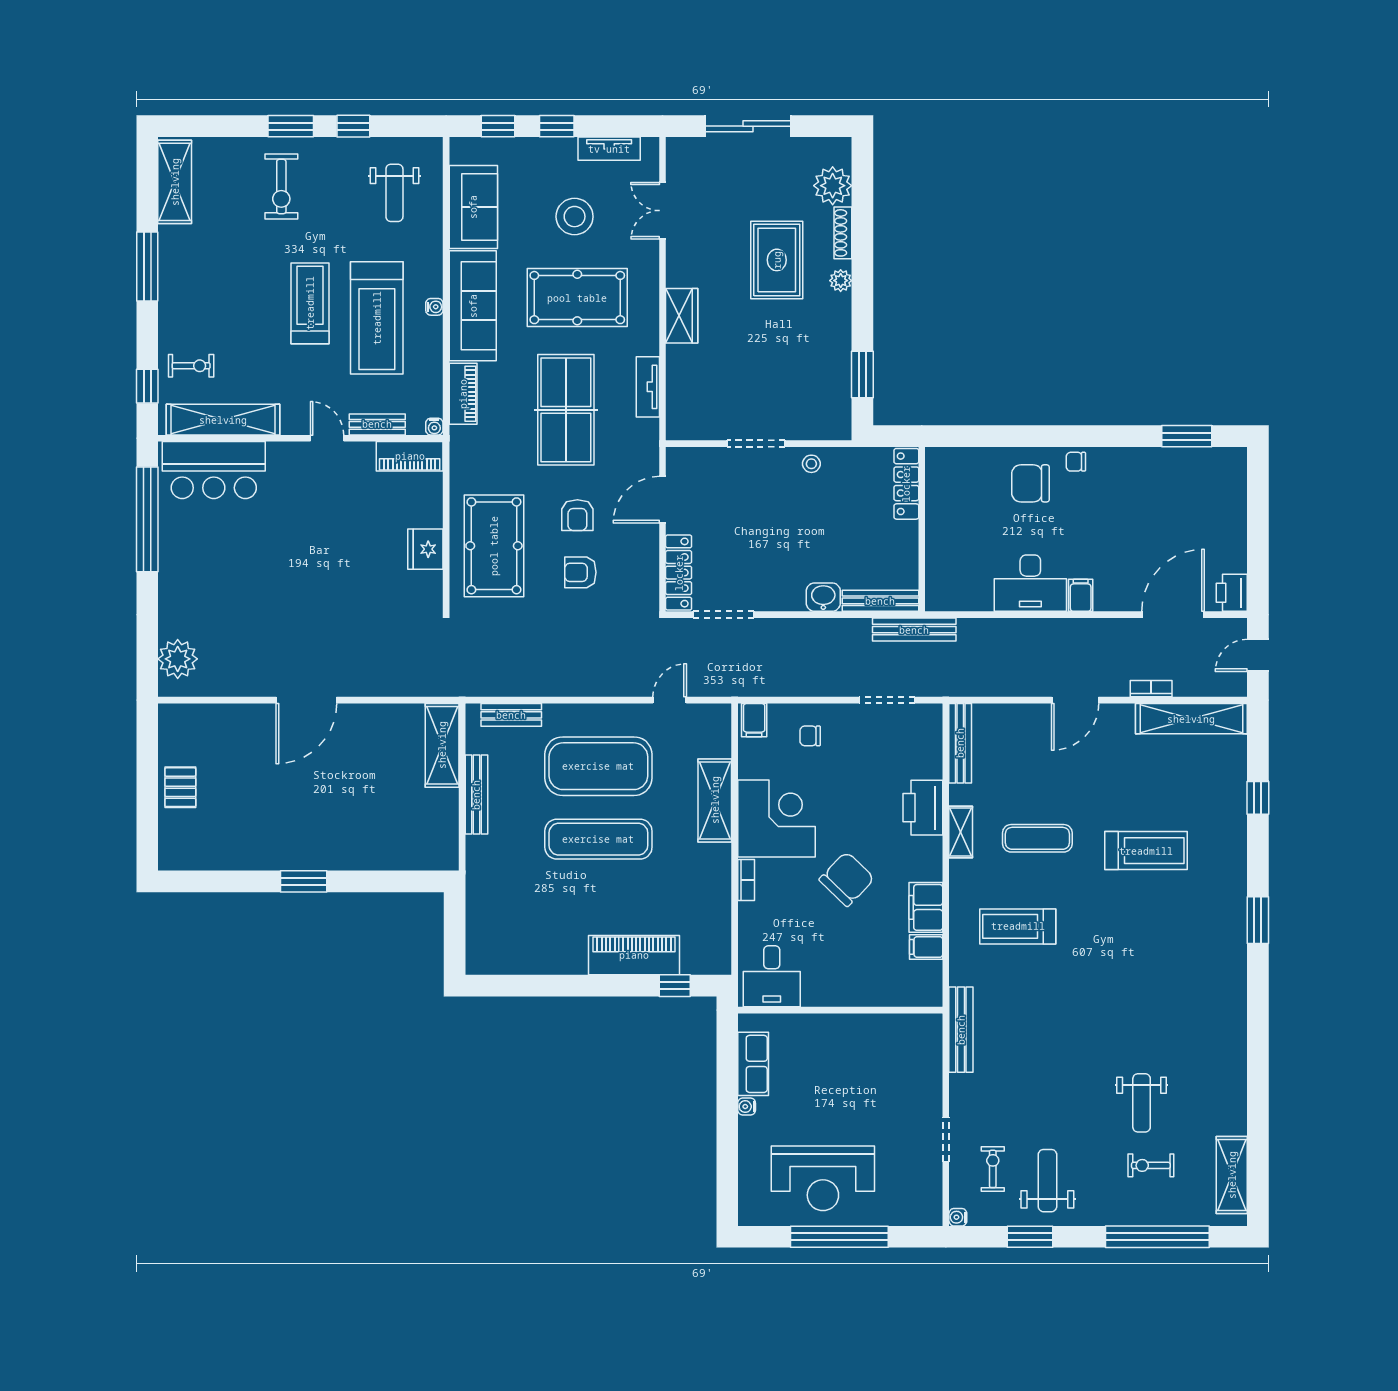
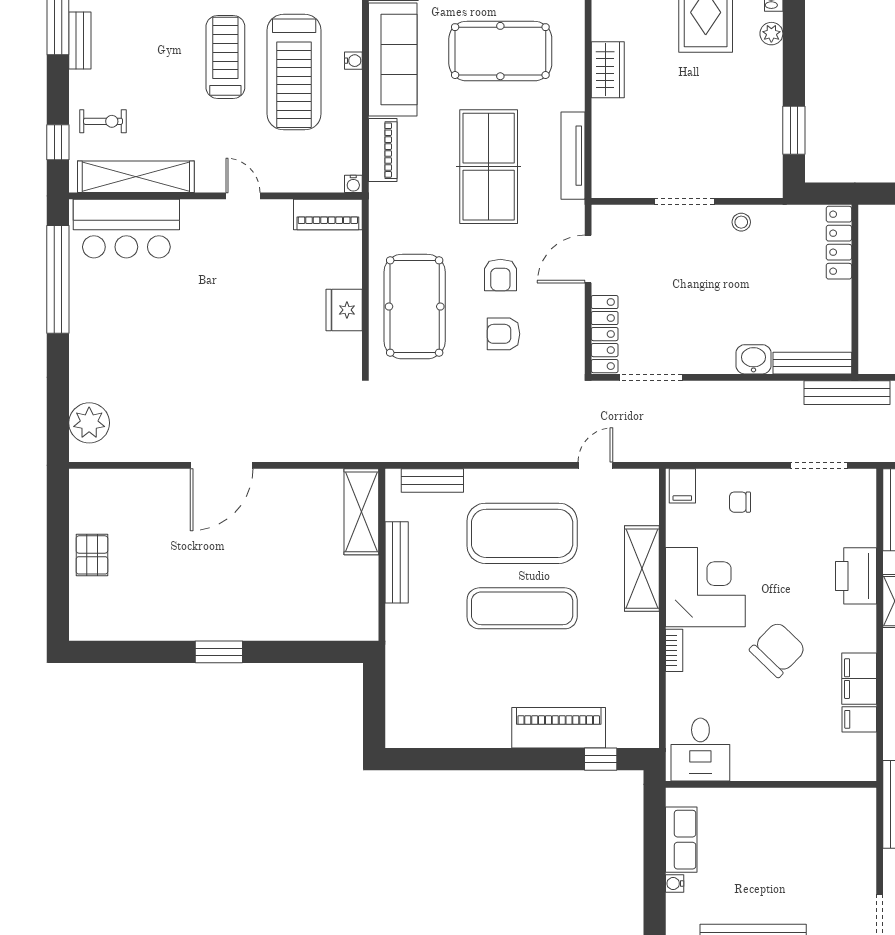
tv unit: (648, 387) -> (573, 156), width x1.41
bench: (377, 424) -> (80, 41), moved, turned 90

